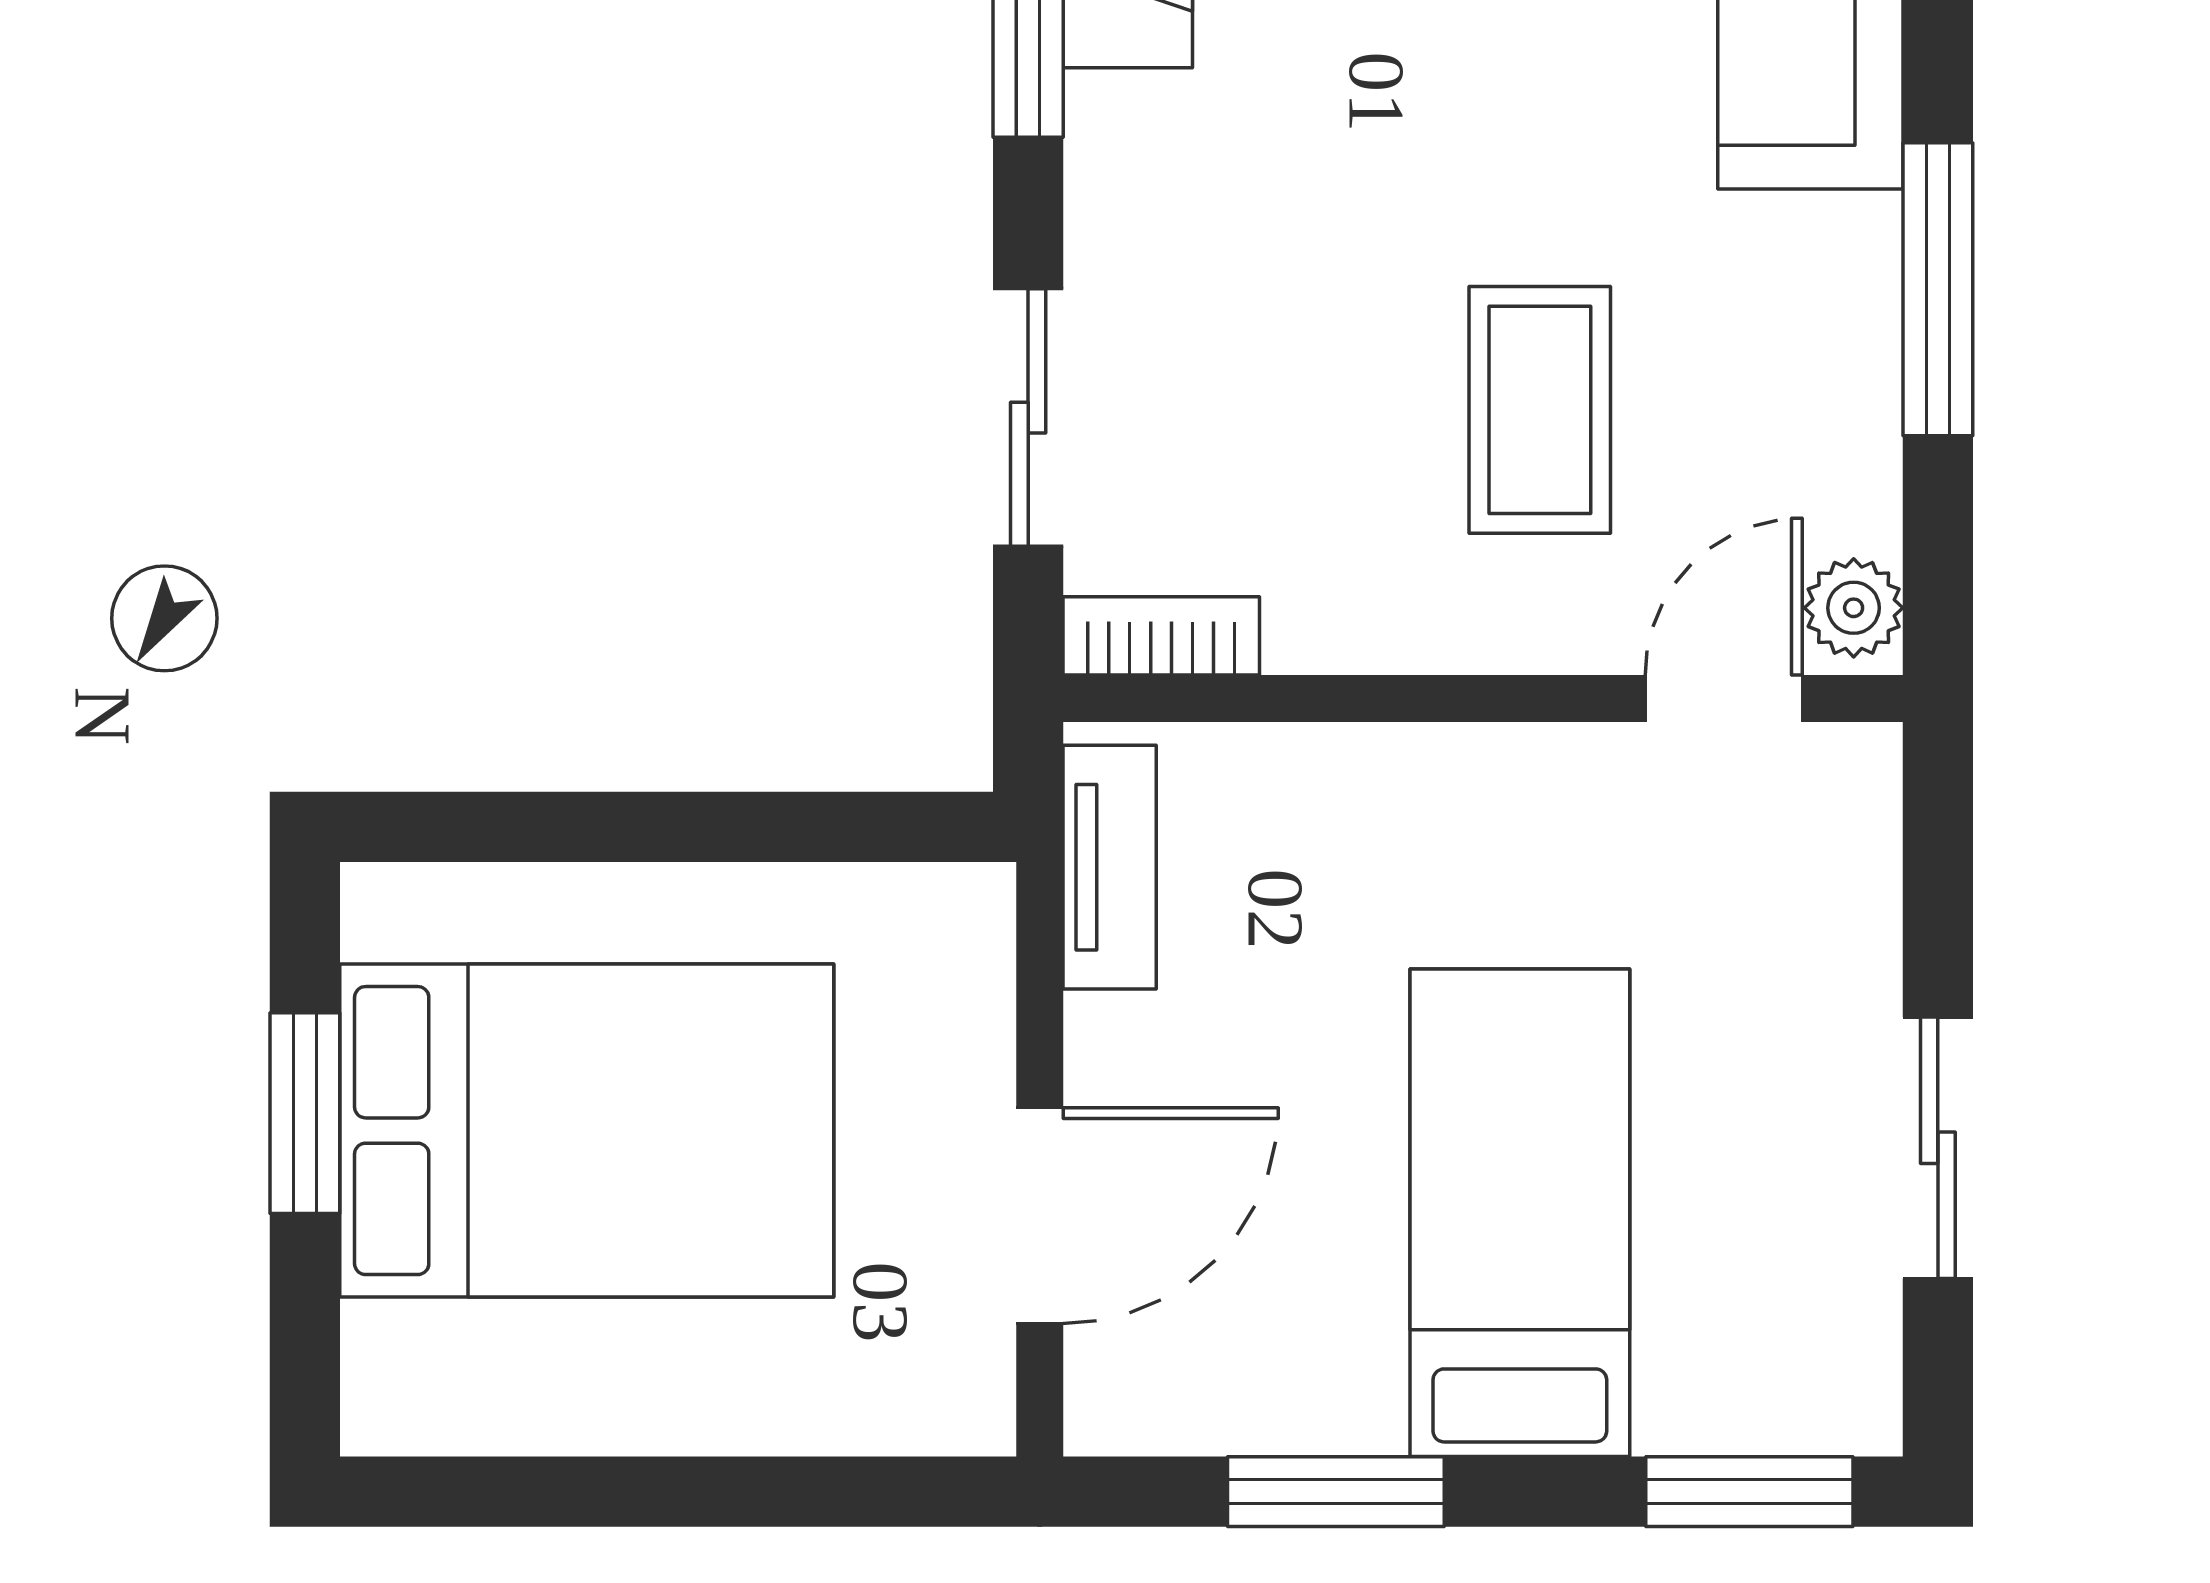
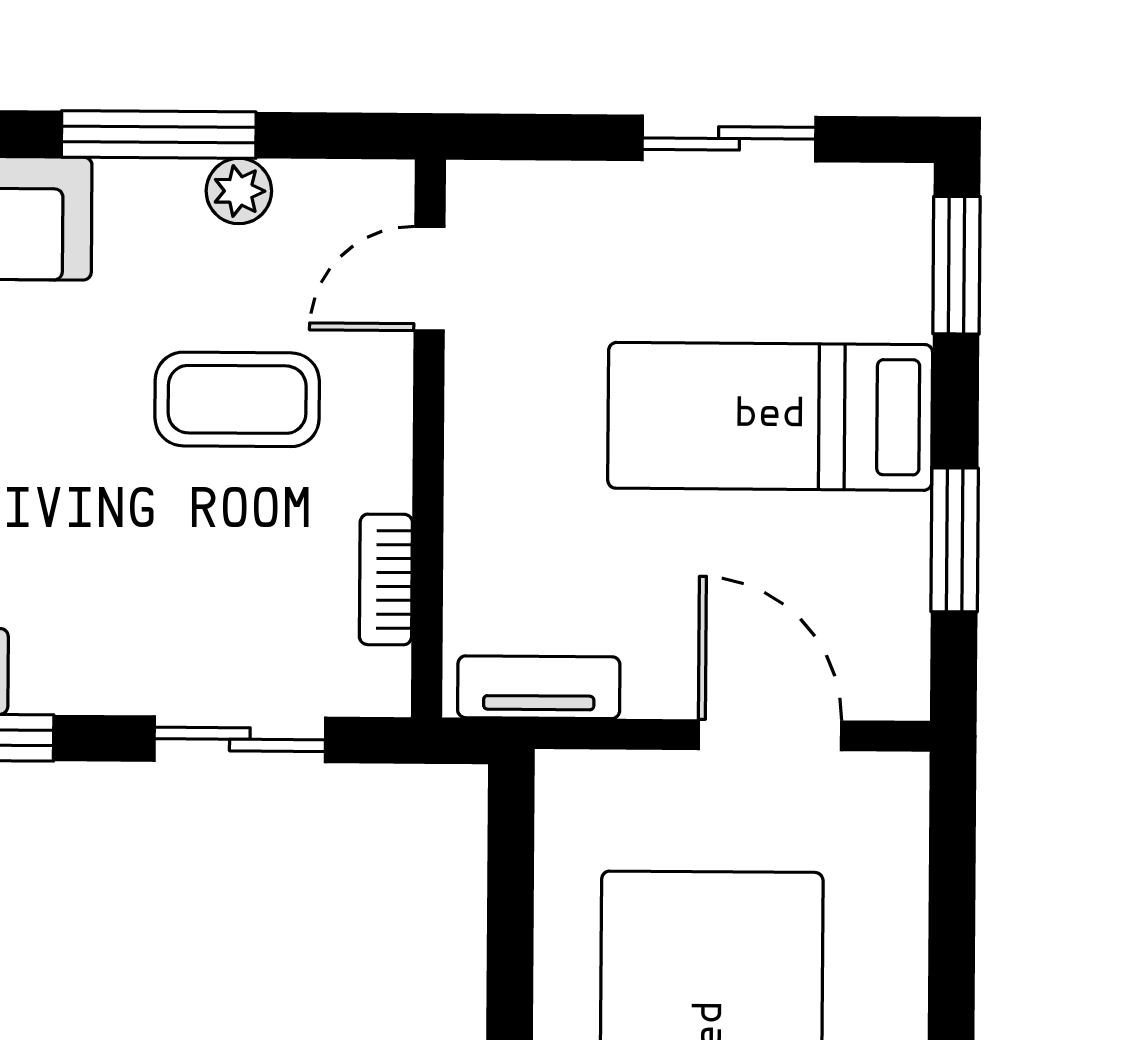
plant: (1854, 608) -> (239, 191), moved
bookcase: (1161, 636) -> (386, 579), moved
door: (1724, 698) -> (430, 279), hinge flipped

